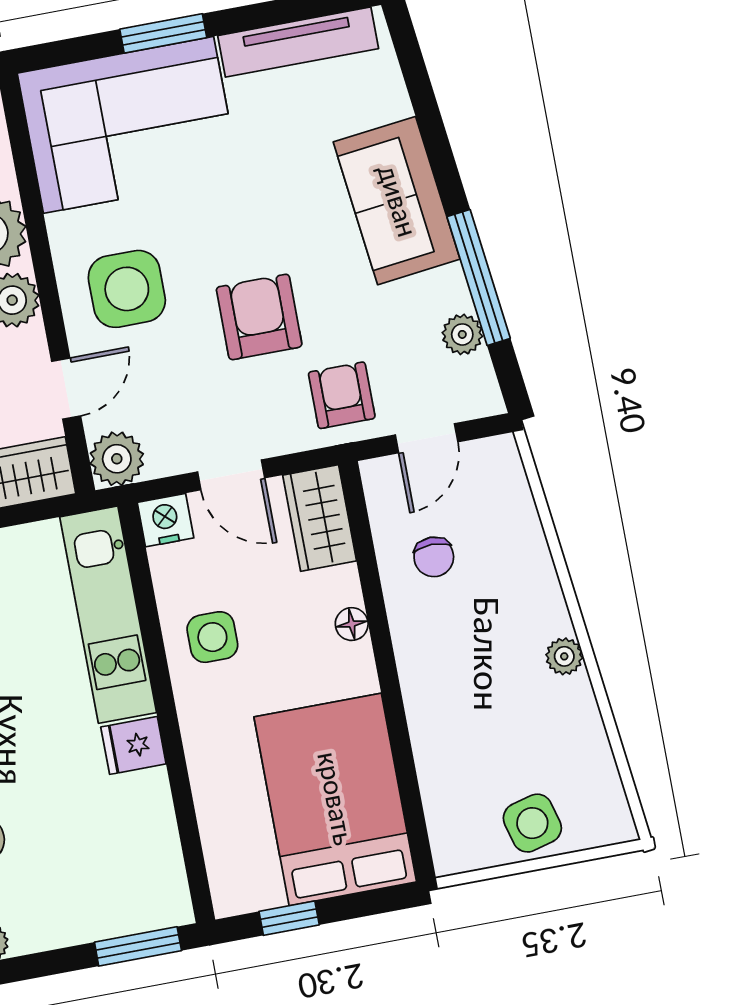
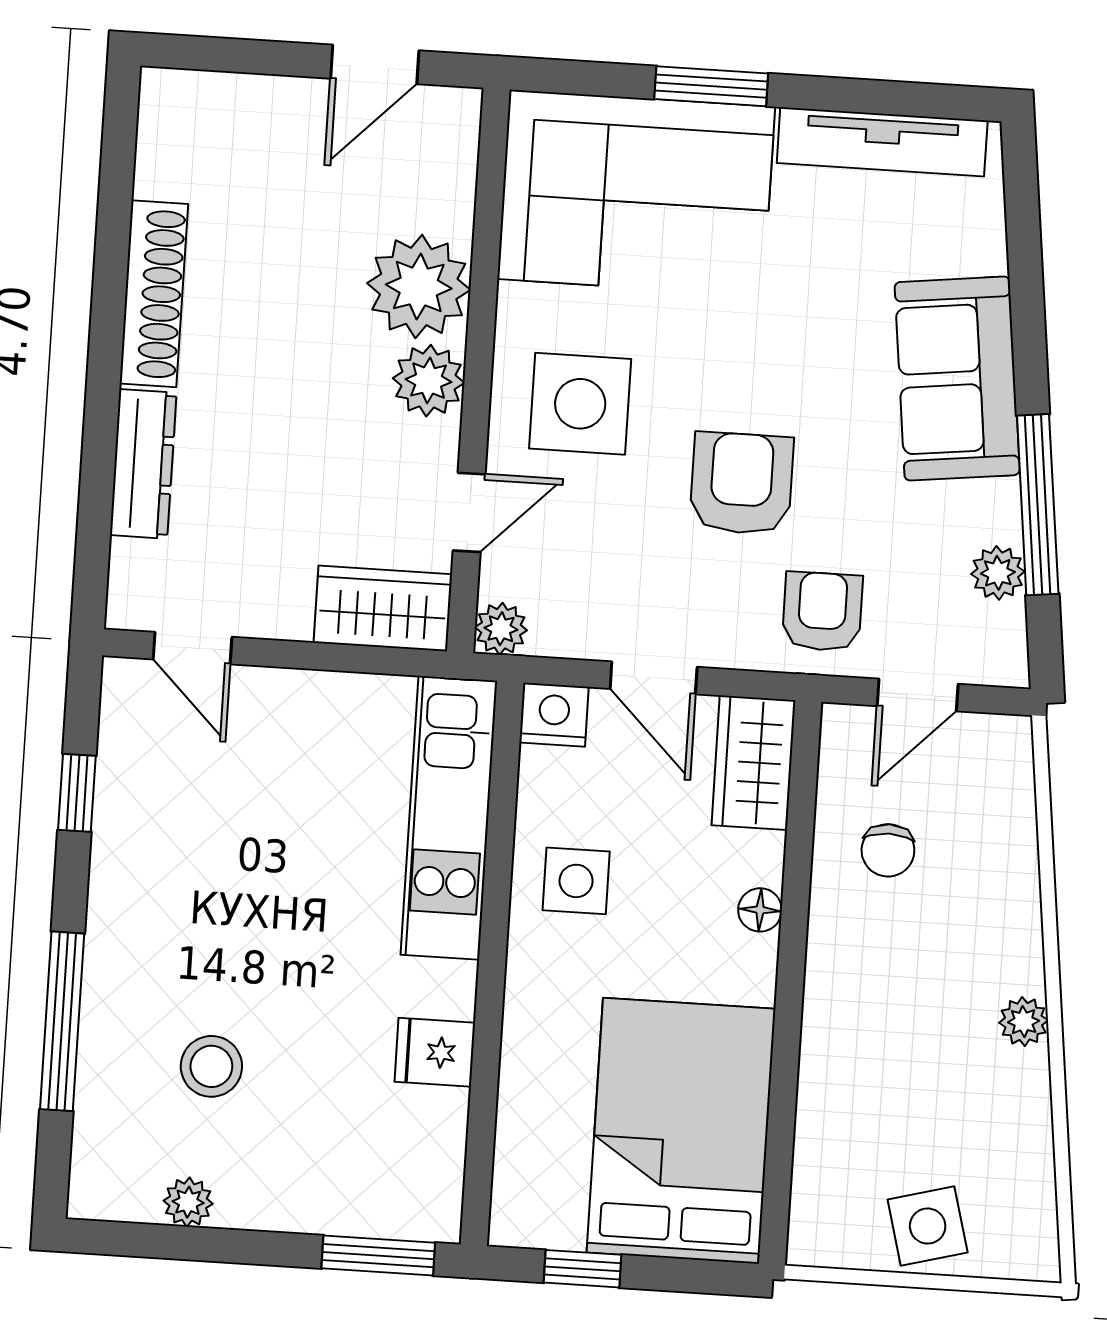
plant: (117, 459) -> (501, 629), width x0.73, depth x0.73
fridge: (133, 745) -> (435, 1052), moved

